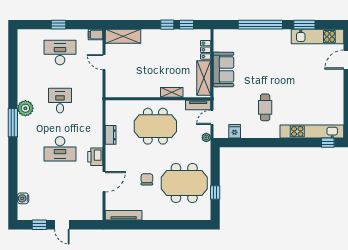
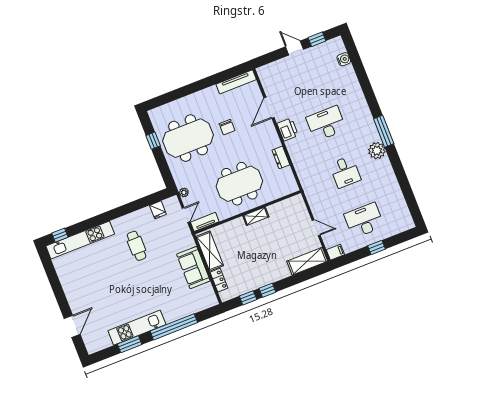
kitchen unit: (317, 37) -> (137, 328), moved
desk: (60, 52) -> (364, 220), turned 180
shelving: (172, 92) -> (256, 216), moved

